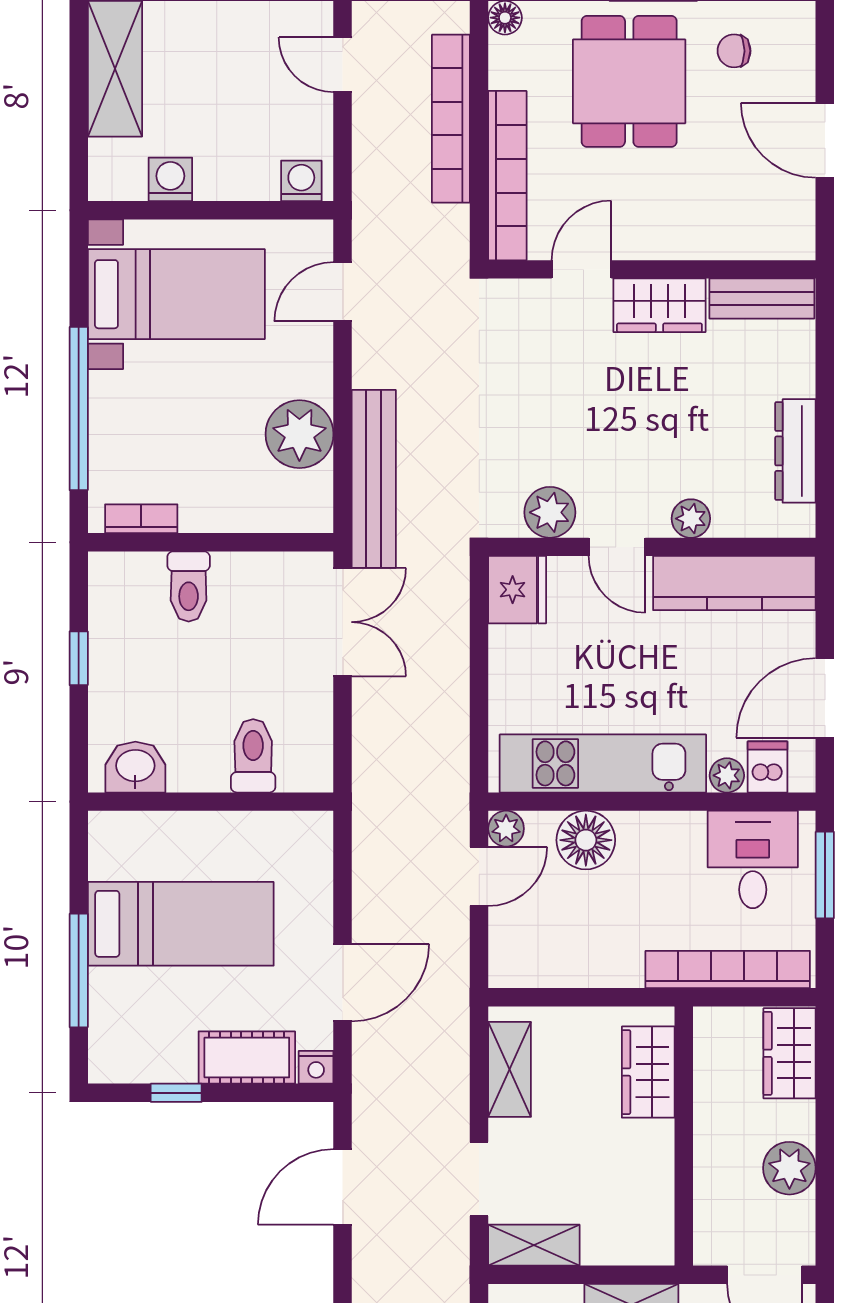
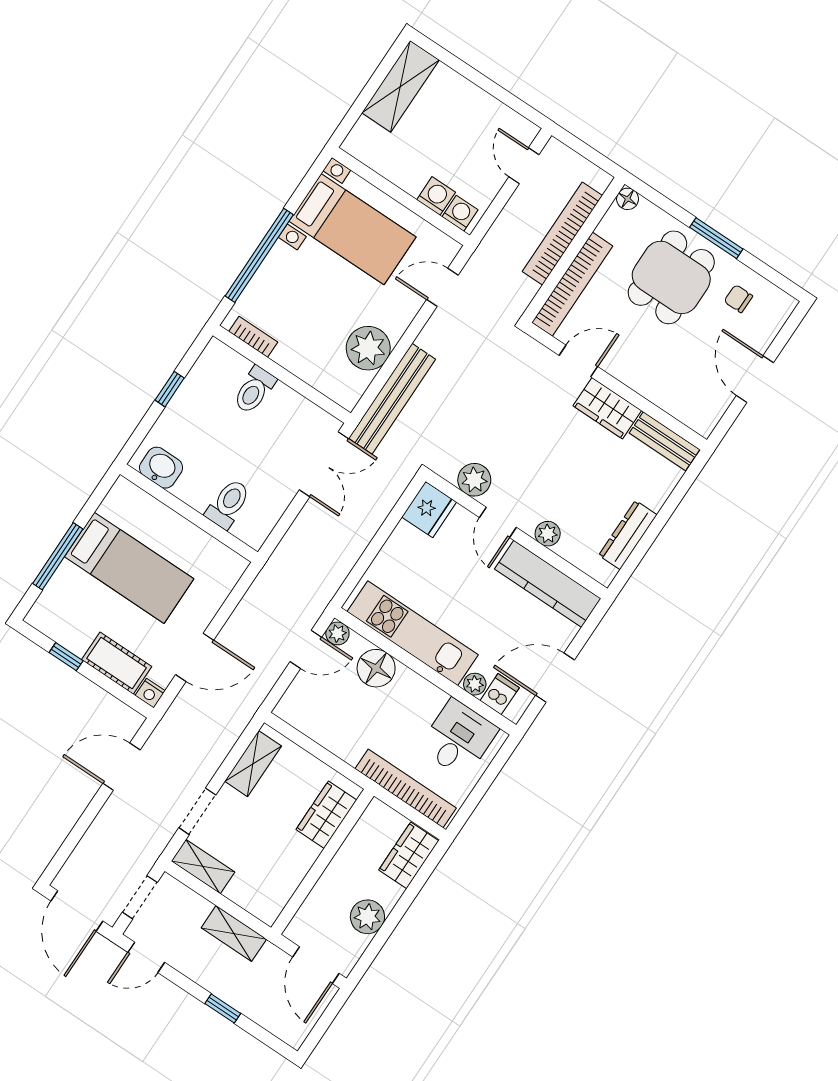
washing machine: (170, 179) -> (436, 196), moved
window: (825, 875) -> (492, 773), removed

